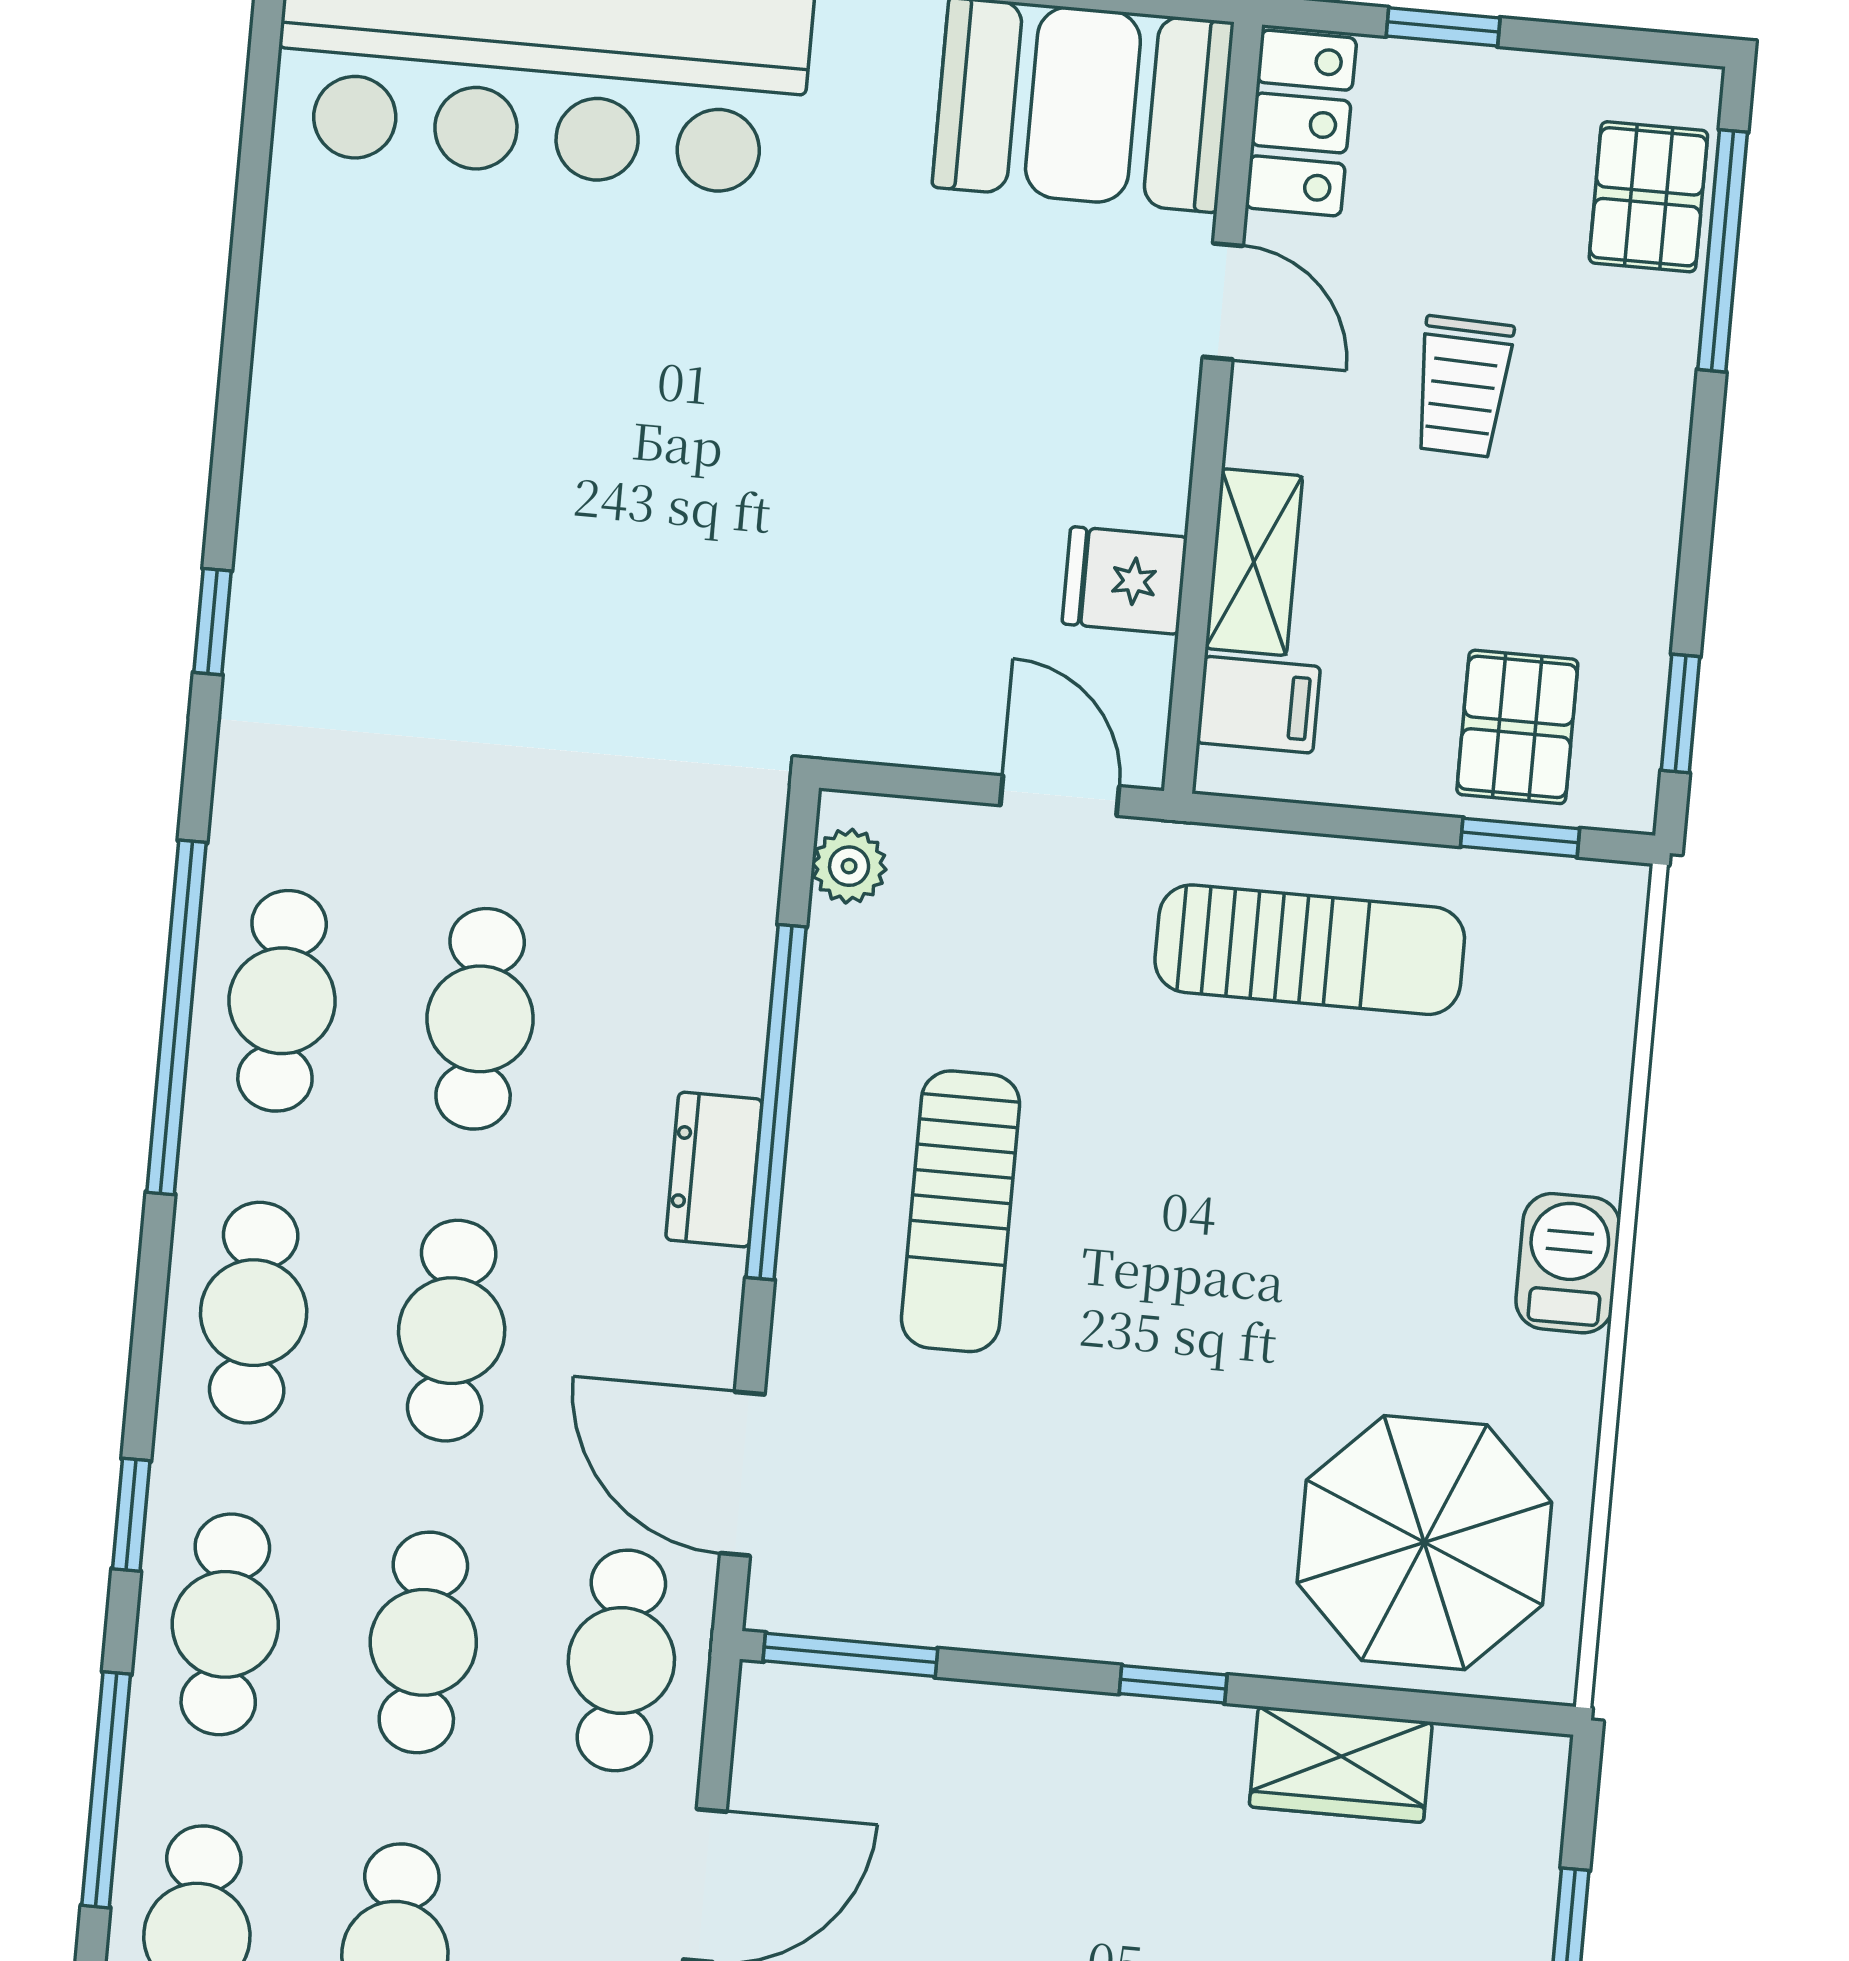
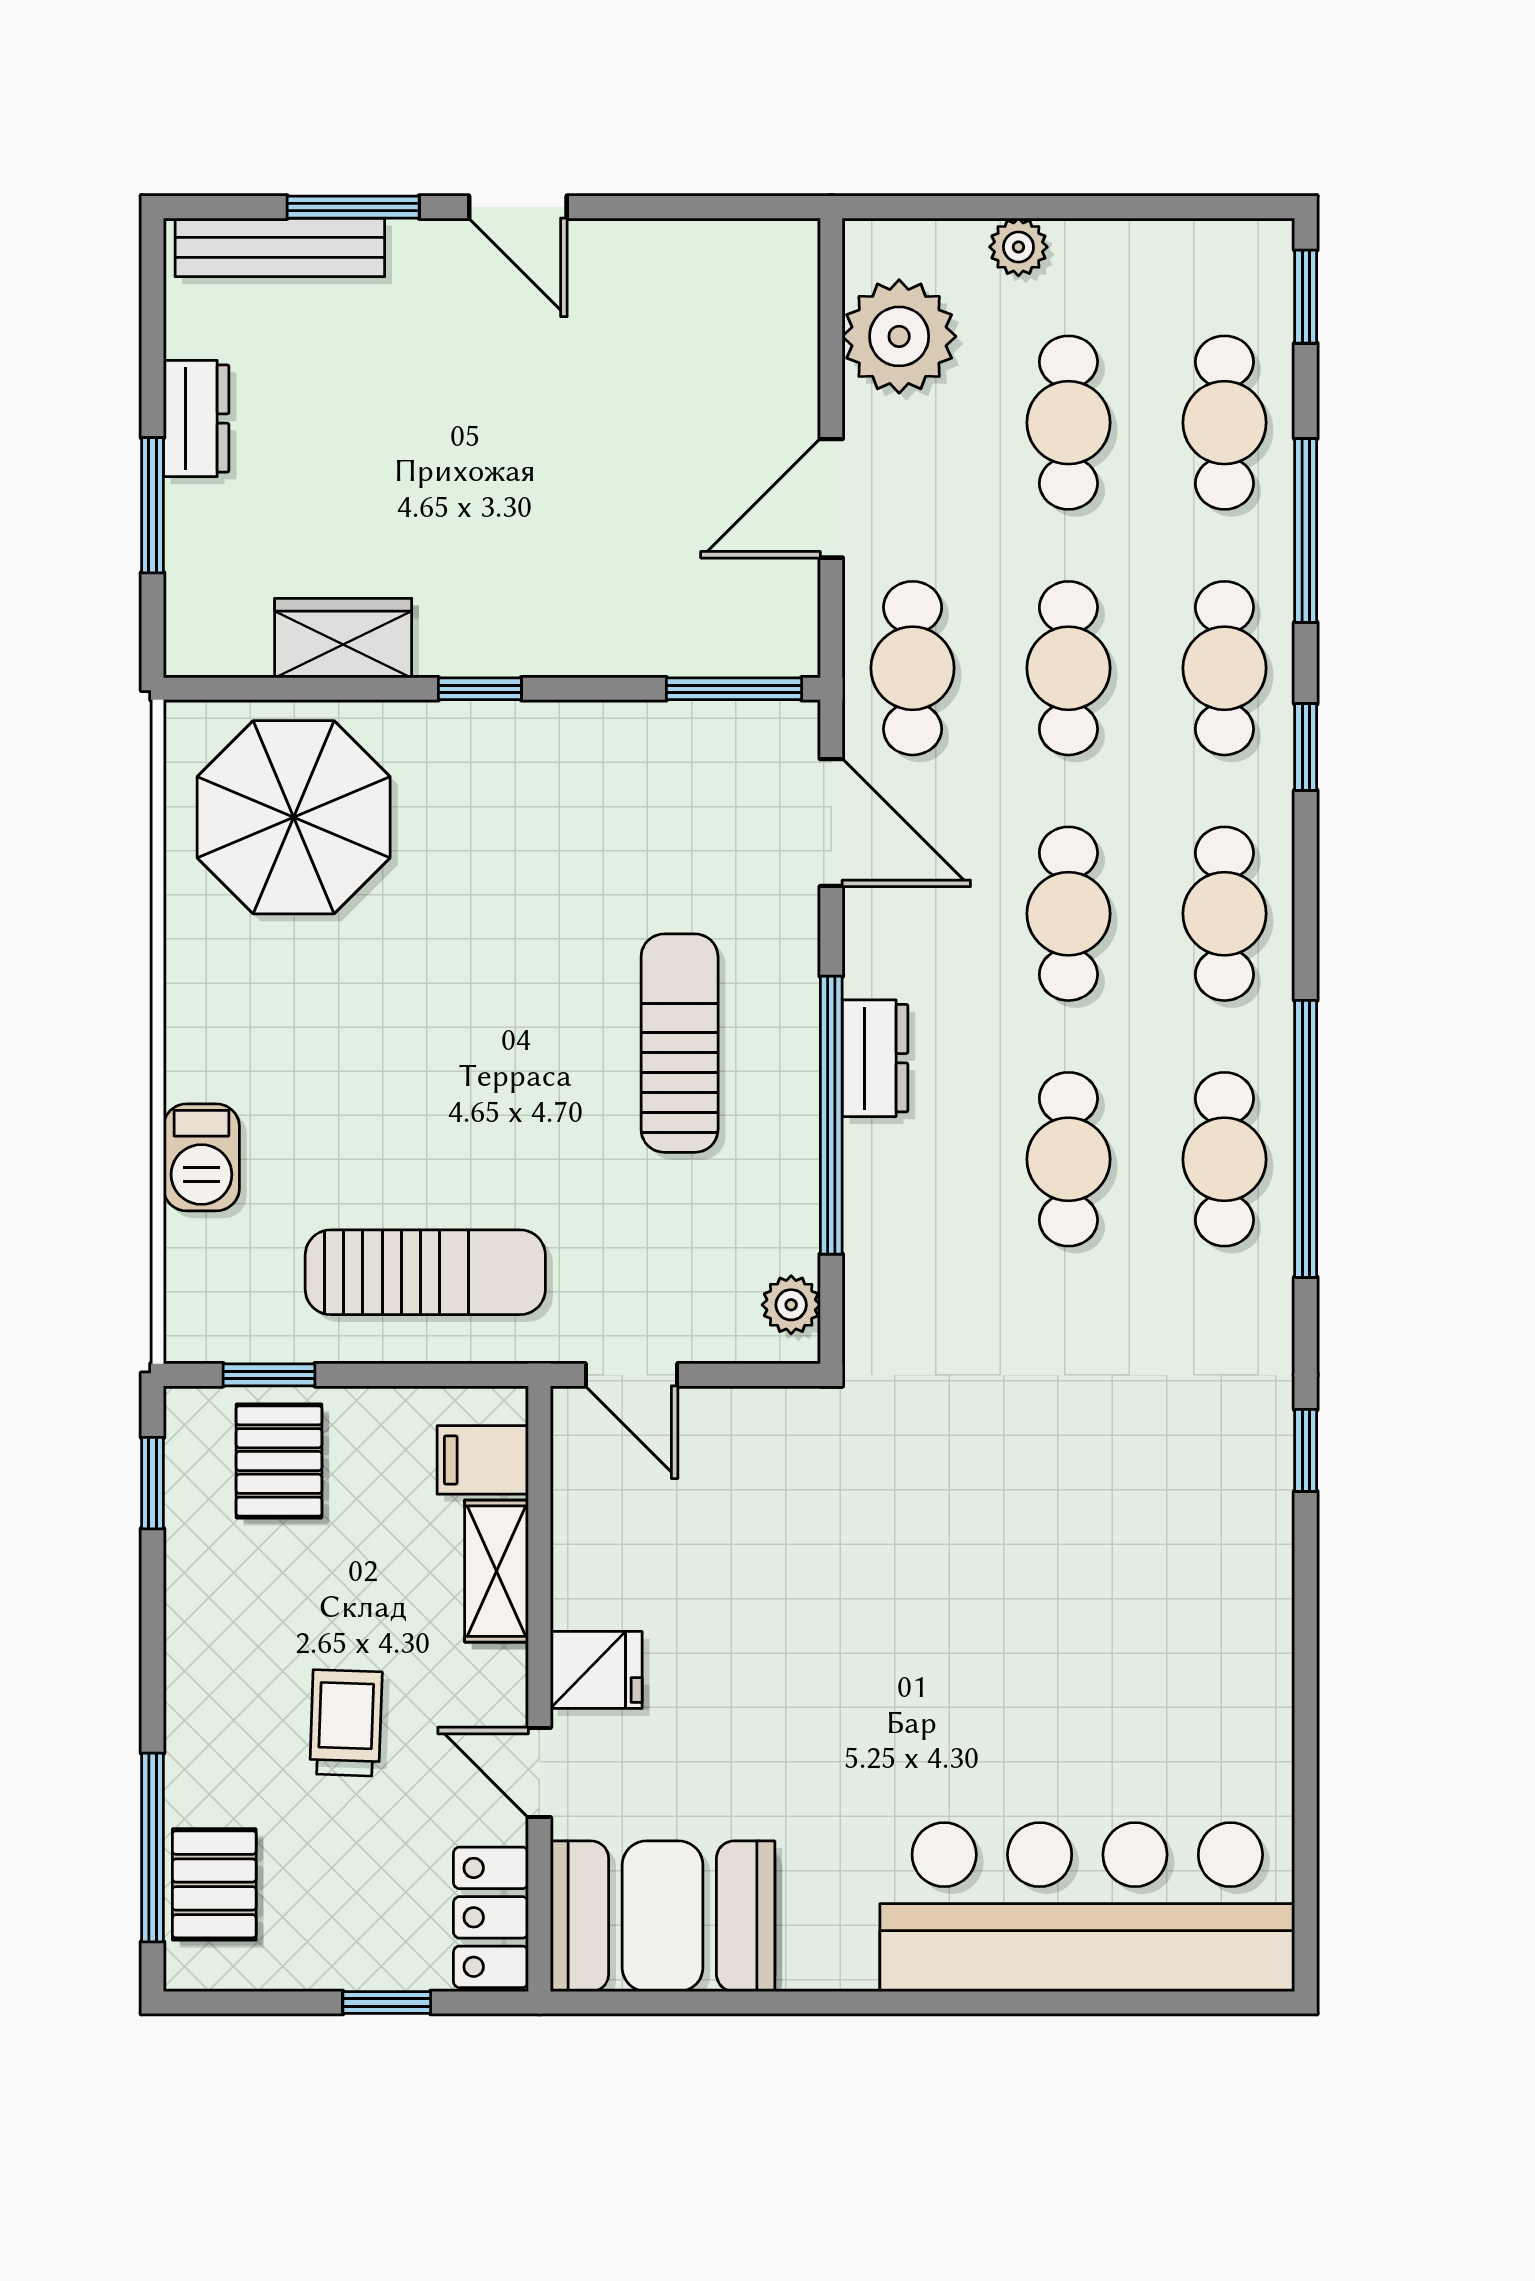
fridge: (1125, 580) -> (596, 1670), moved
sun lounger: (1310, 950) -> (425, 1272), turned 180
barbecue: (1568, 1263) -> (201, 1157), moved

